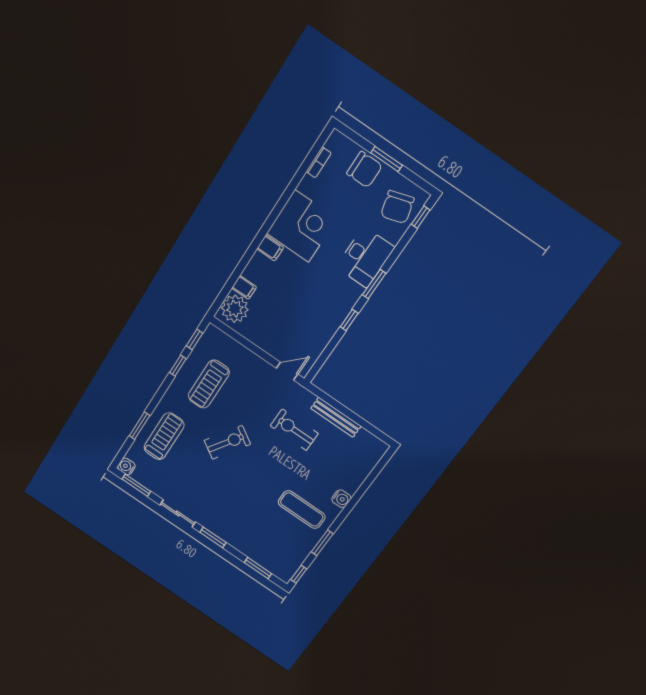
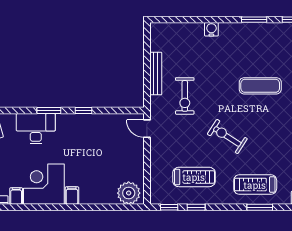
filing cabinet: (244, 287) -> (16, 196), moved
exercise mat: (302, 510) -> (260, 86), moved, turned 90

